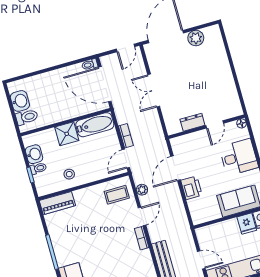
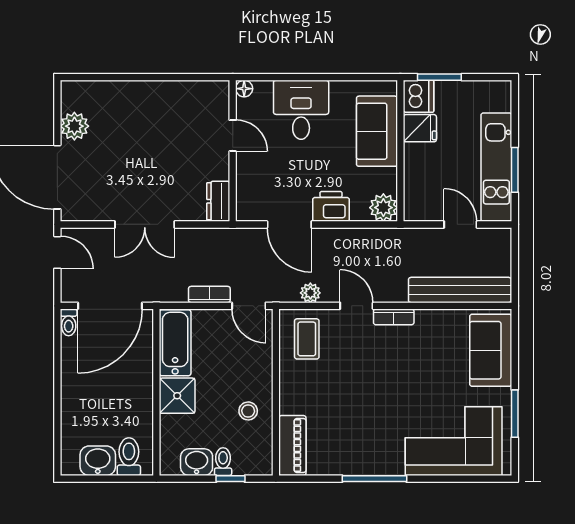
dresser: (192, 122) -> (218, 201), moved
plant: (199, 216) -> (383, 208), added
door: (201, 260) -> (460, 224), hinge flipped

